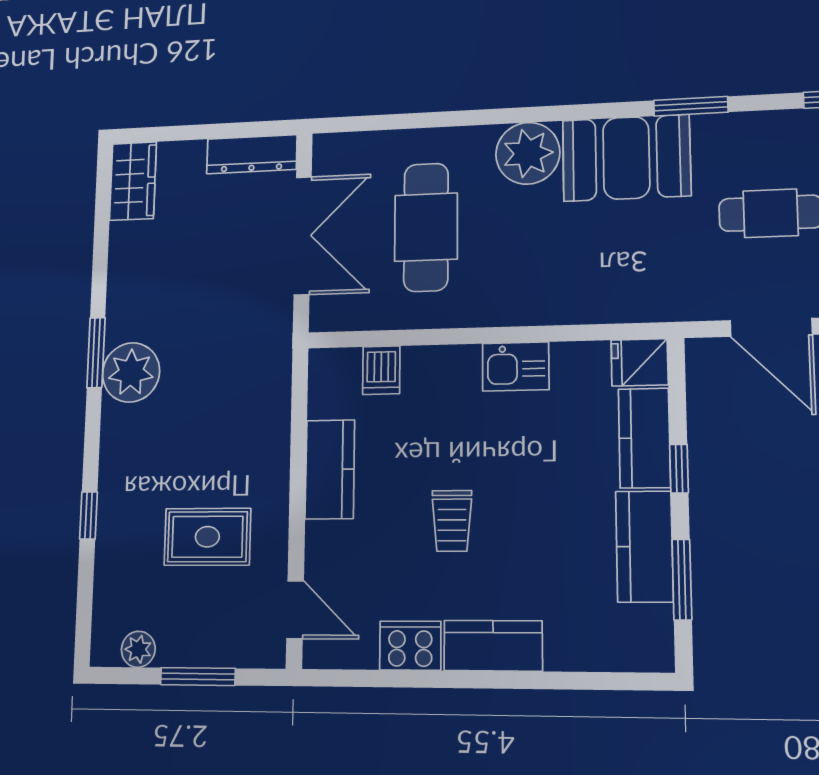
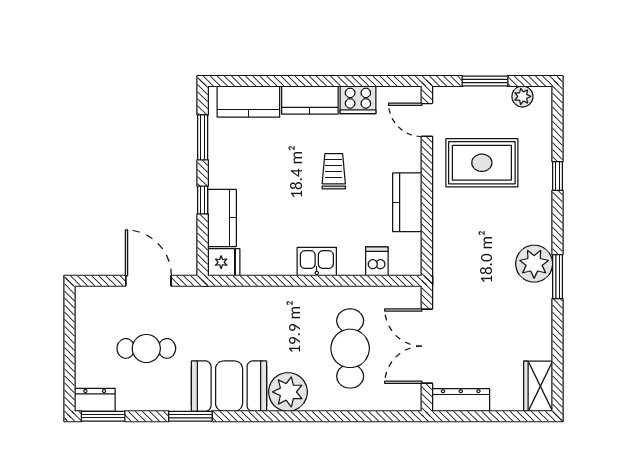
kitchen sink: (516, 367) -> (317, 262), moved
rug: (207, 537) -> (482, 163), width x1.36, depth x1.43
kitchen counter: (644, 546) -> (248, 102), moved, turned 90

